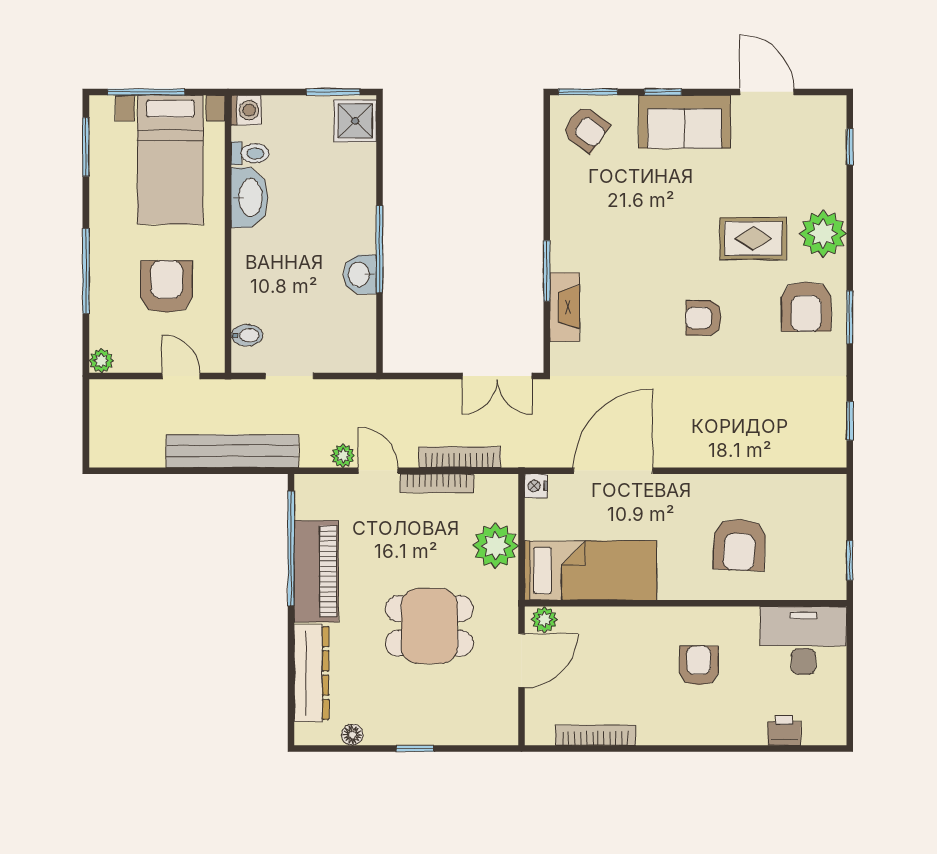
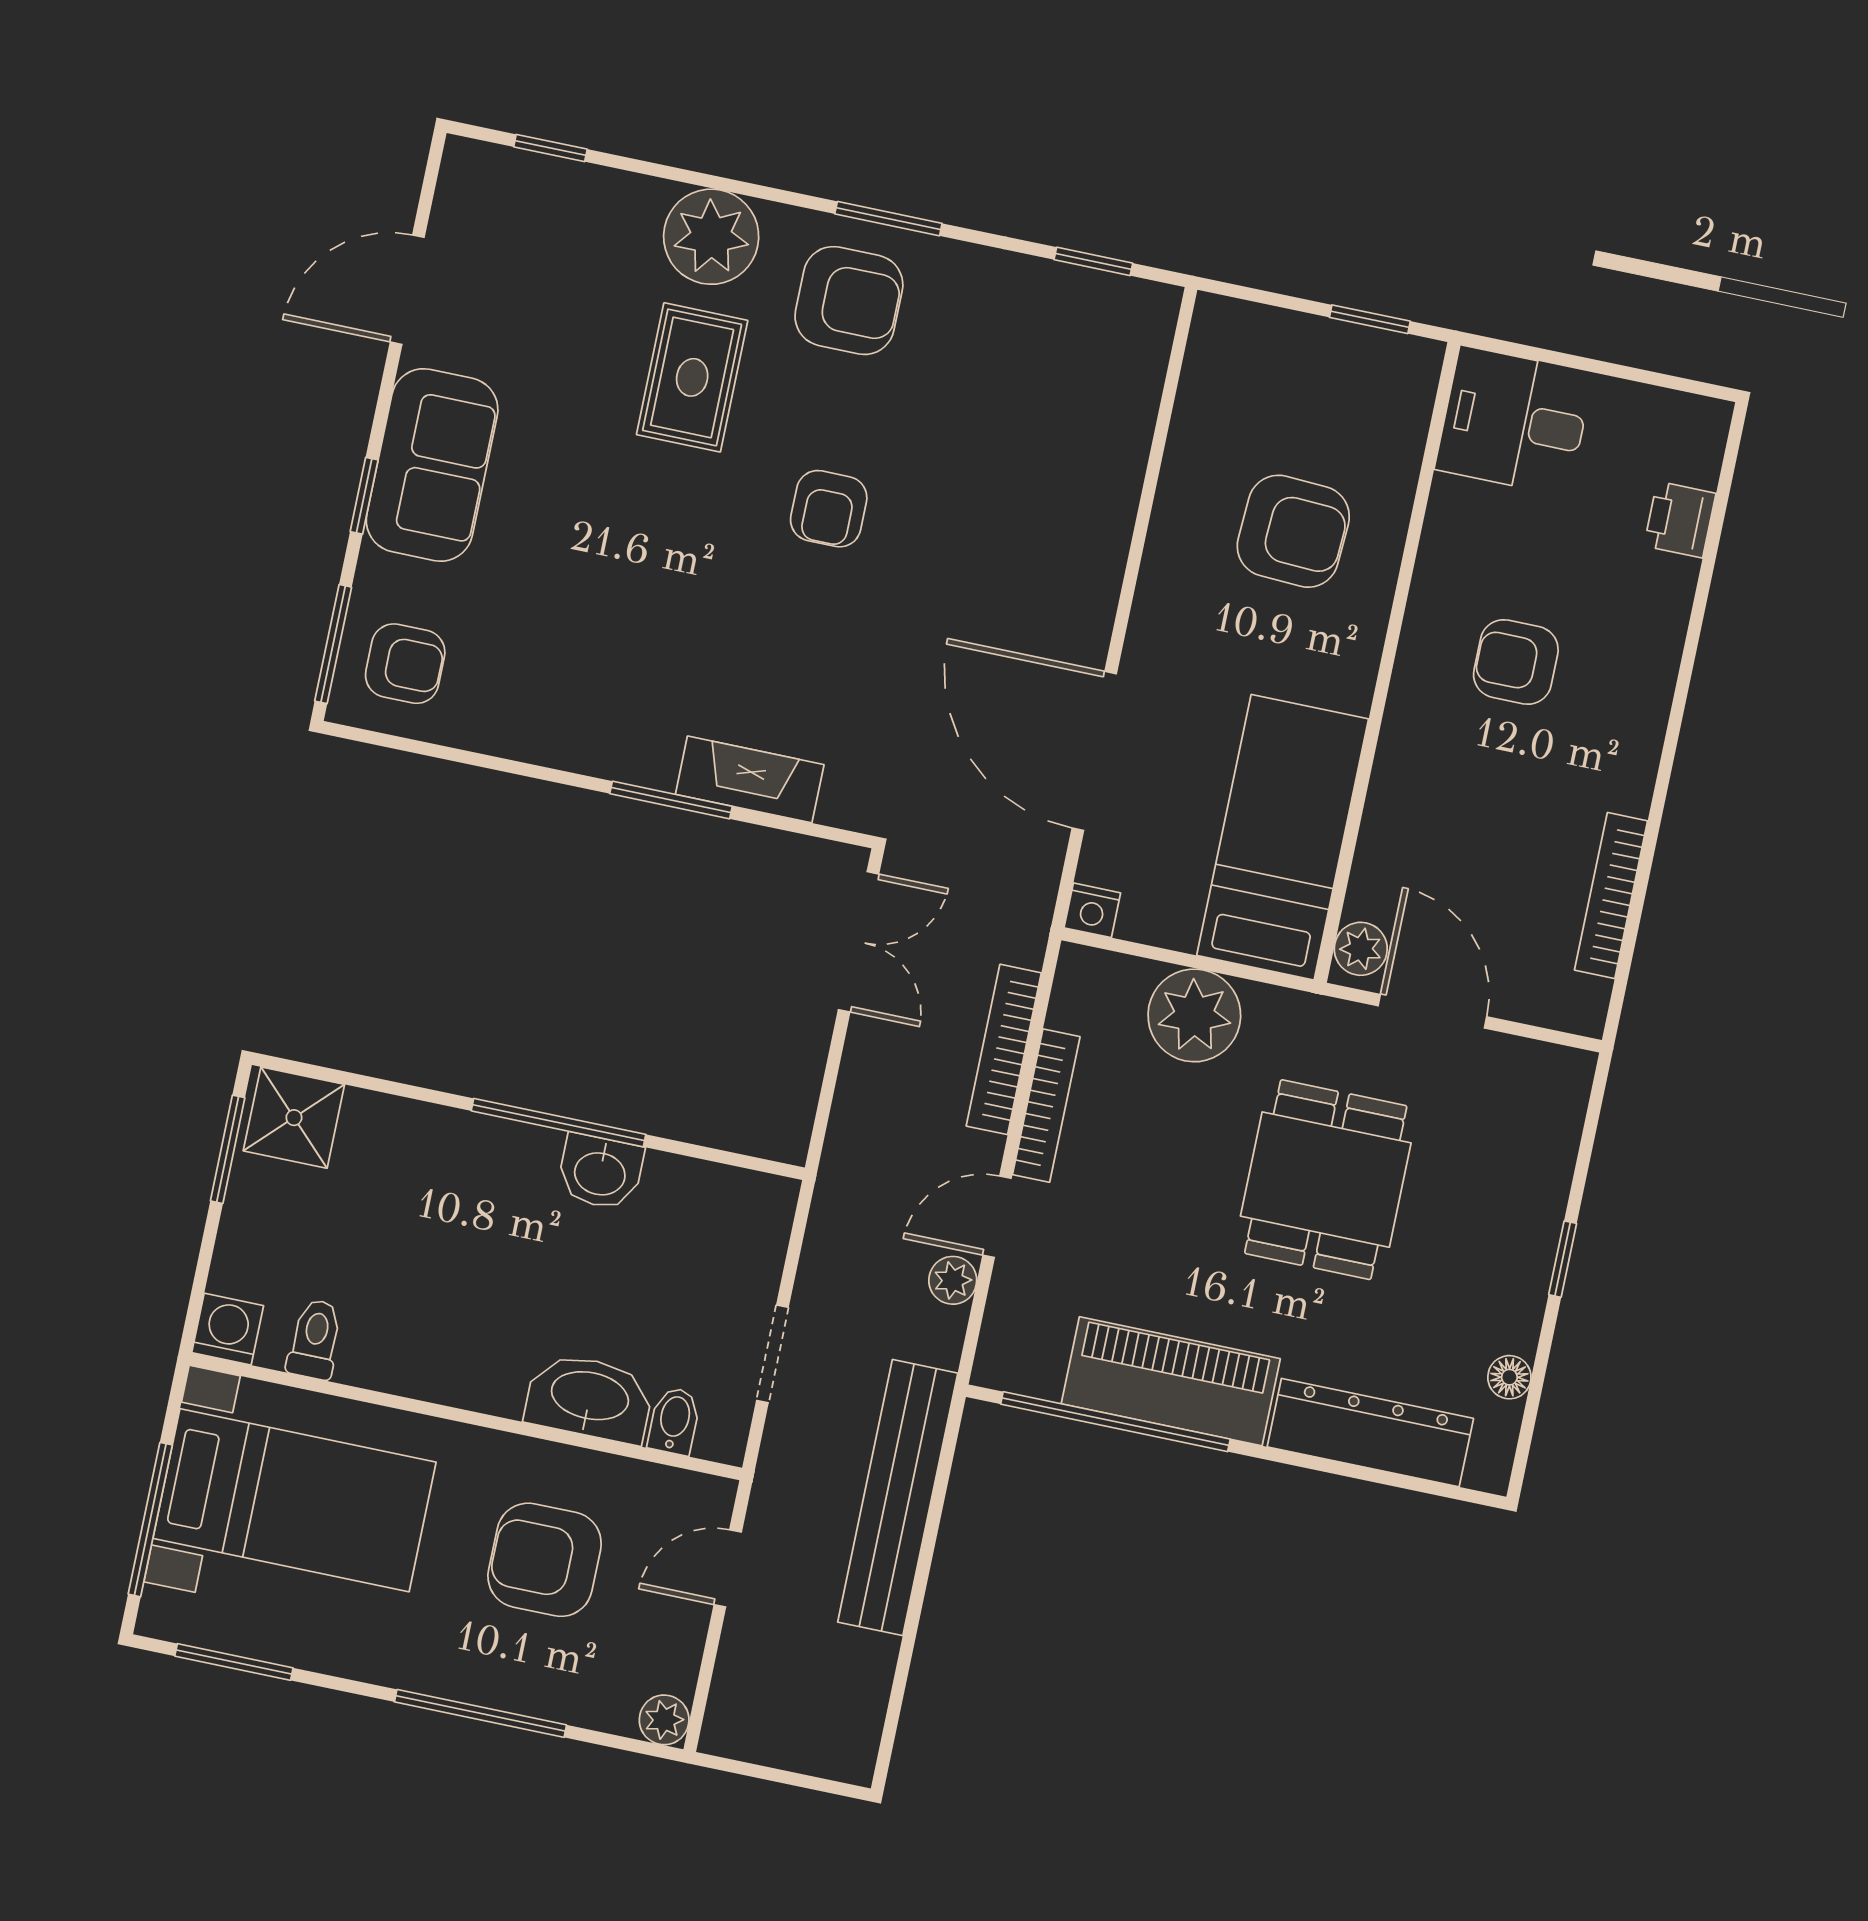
armchair: (586, 129) -> (405, 664), turned 54
washbasin: (249, 198) -> (589, 1398), moved
desk: (803, 640) -> (1514, 421), width x0.73

